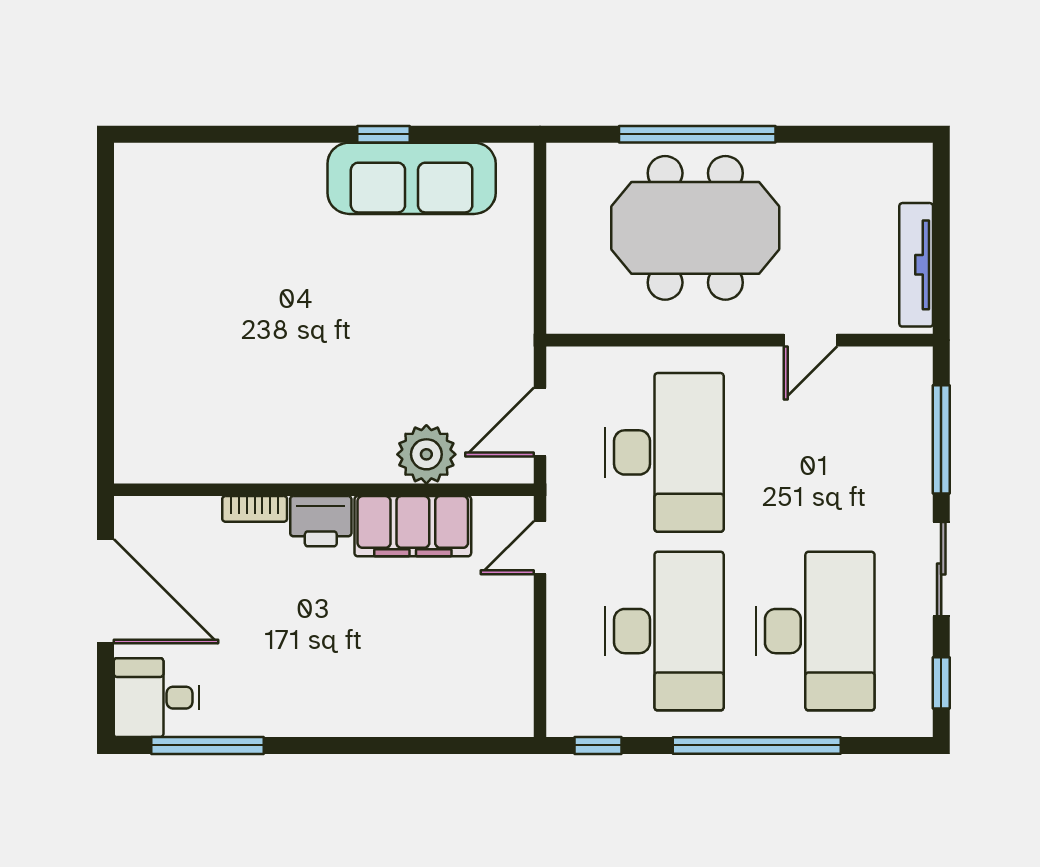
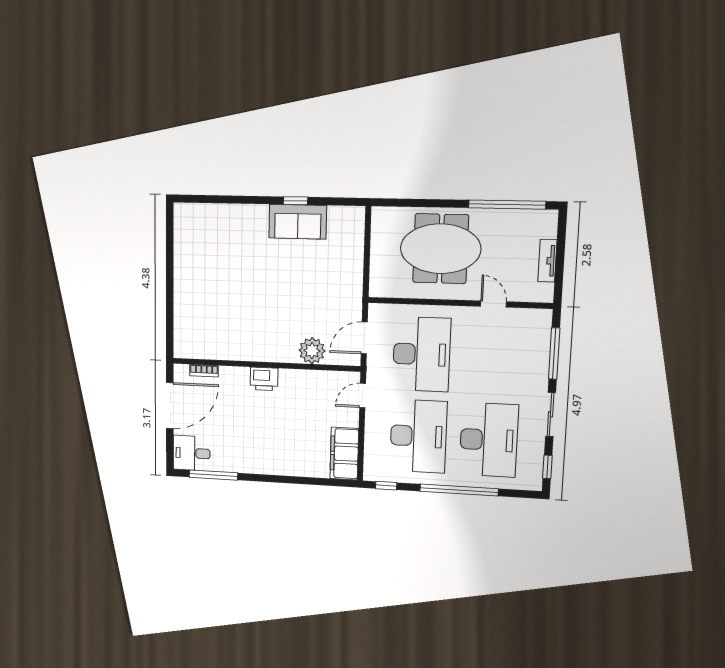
window: (697, 134) -> (507, 205), moved
sofa: (412, 178) -> (298, 222), width x0.73
tv unit: (916, 265) -> (547, 261), width x0.71
door: (811, 340) -> (493, 304), swing flipped
bookcase: (255, 509) -> (204, 371), moved
filing cabinet: (413, 526) -> (344, 454), moved, turned 90
door: (106, 591) -> (170, 406), hinge flipped

